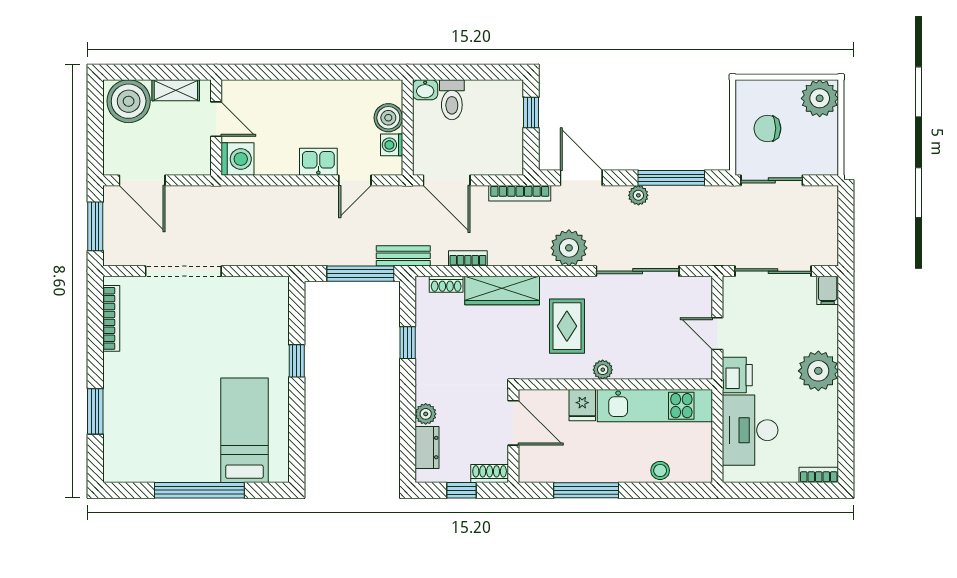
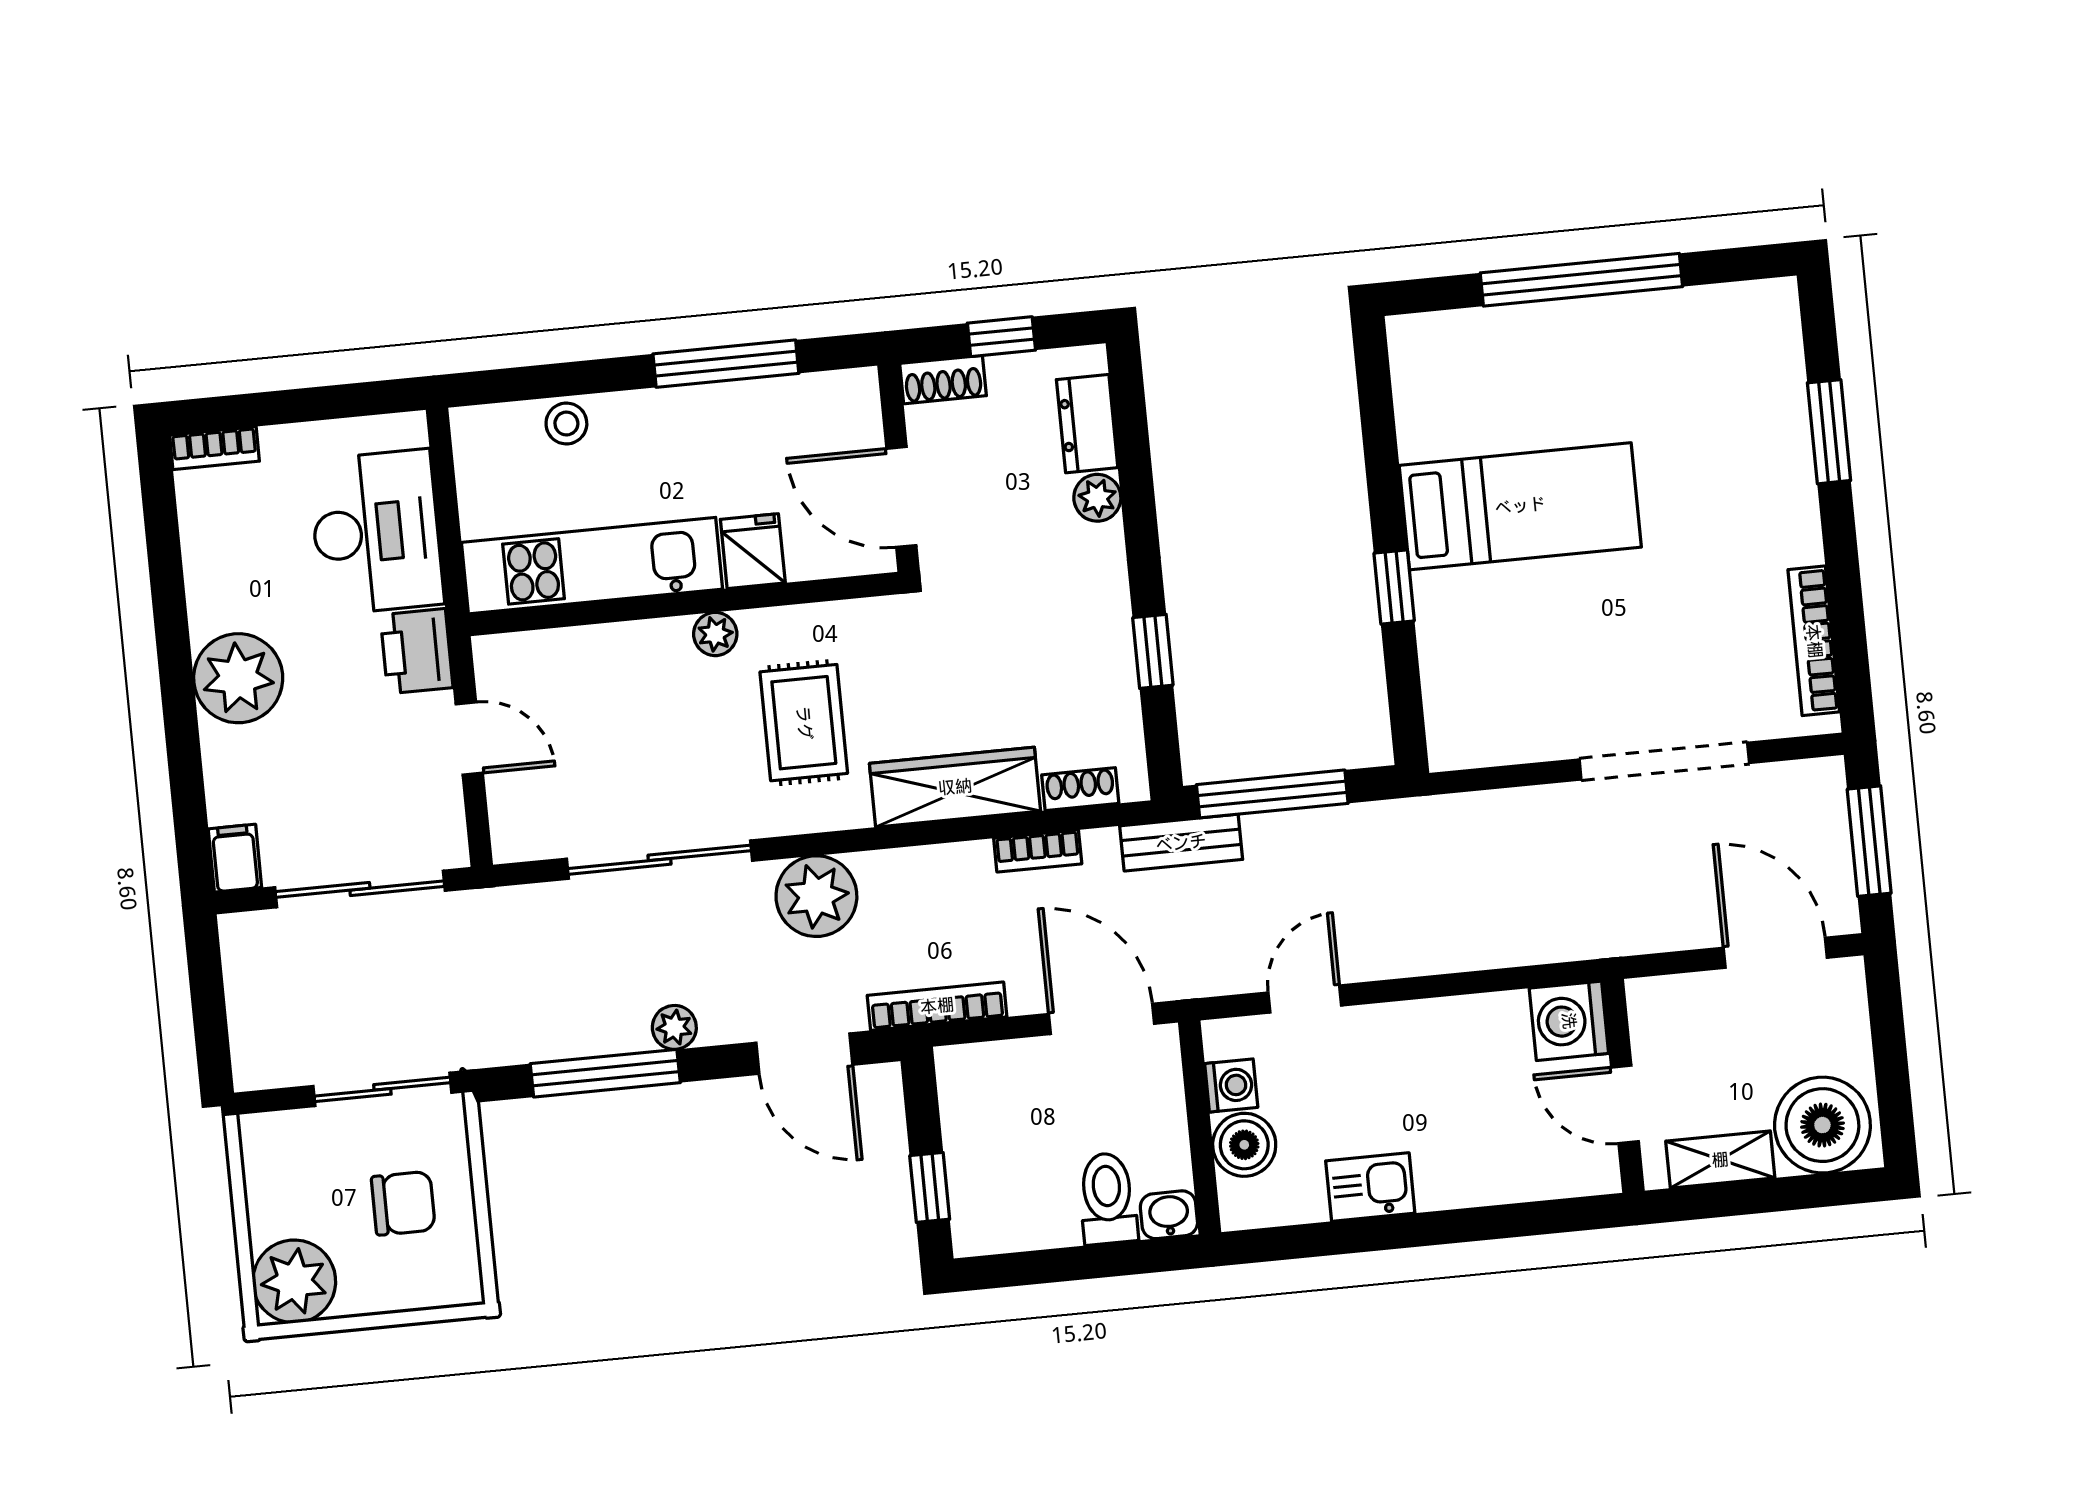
kitchen sink: (318, 162) -> (1370, 1187), moved, turned 180
bed: (244, 430) -> (1520, 506), moved, turned -90

